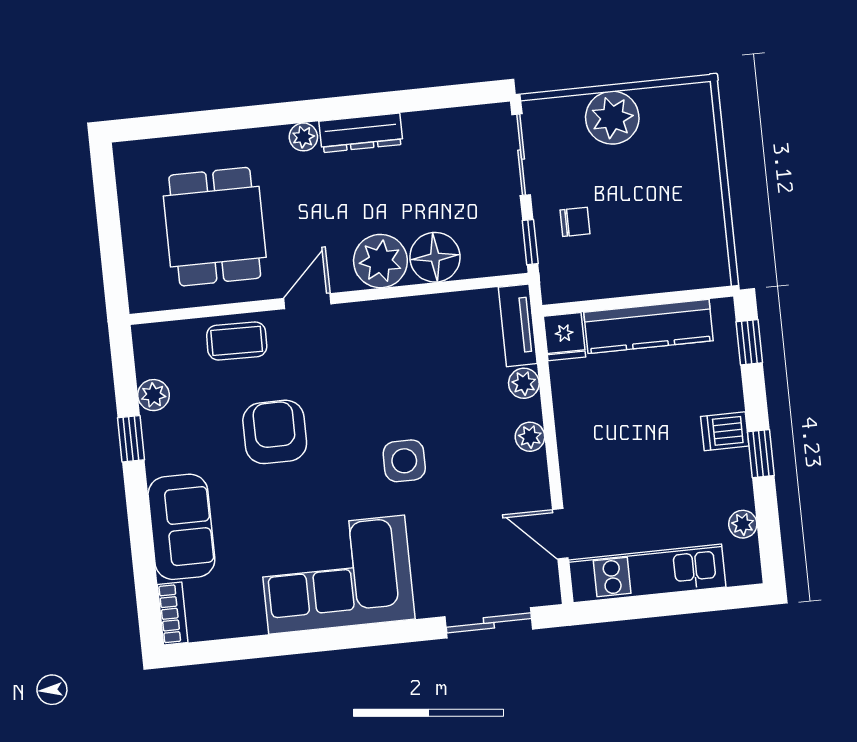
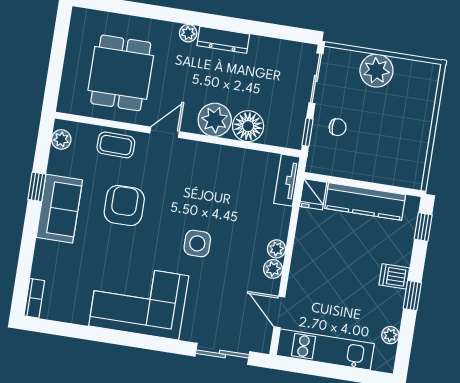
plant: (524, 383) -> (273, 269), moved
plant: (154, 395) -> (61, 139), moved
sofa: (181, 527) -> (59, 209), moved

